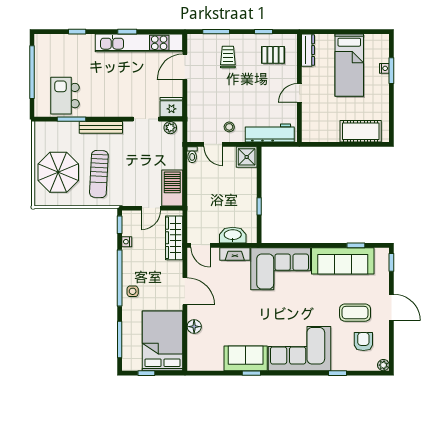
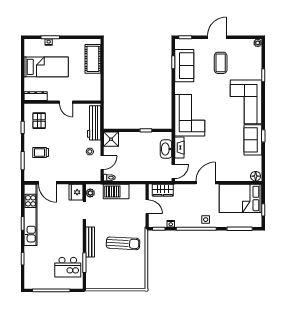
parasol: (58, 172) -> (122, 272), removed
barbecue: (172, 188) -> (116, 192), moved
wardrobe: (174, 238) -> (163, 190), width x0.67
sofa: (343, 261) -> (184, 66), width x0.73
floor lamp: (194, 327) -> (256, 176), moved
armchair: (363, 342) -> (241, 57), removed

